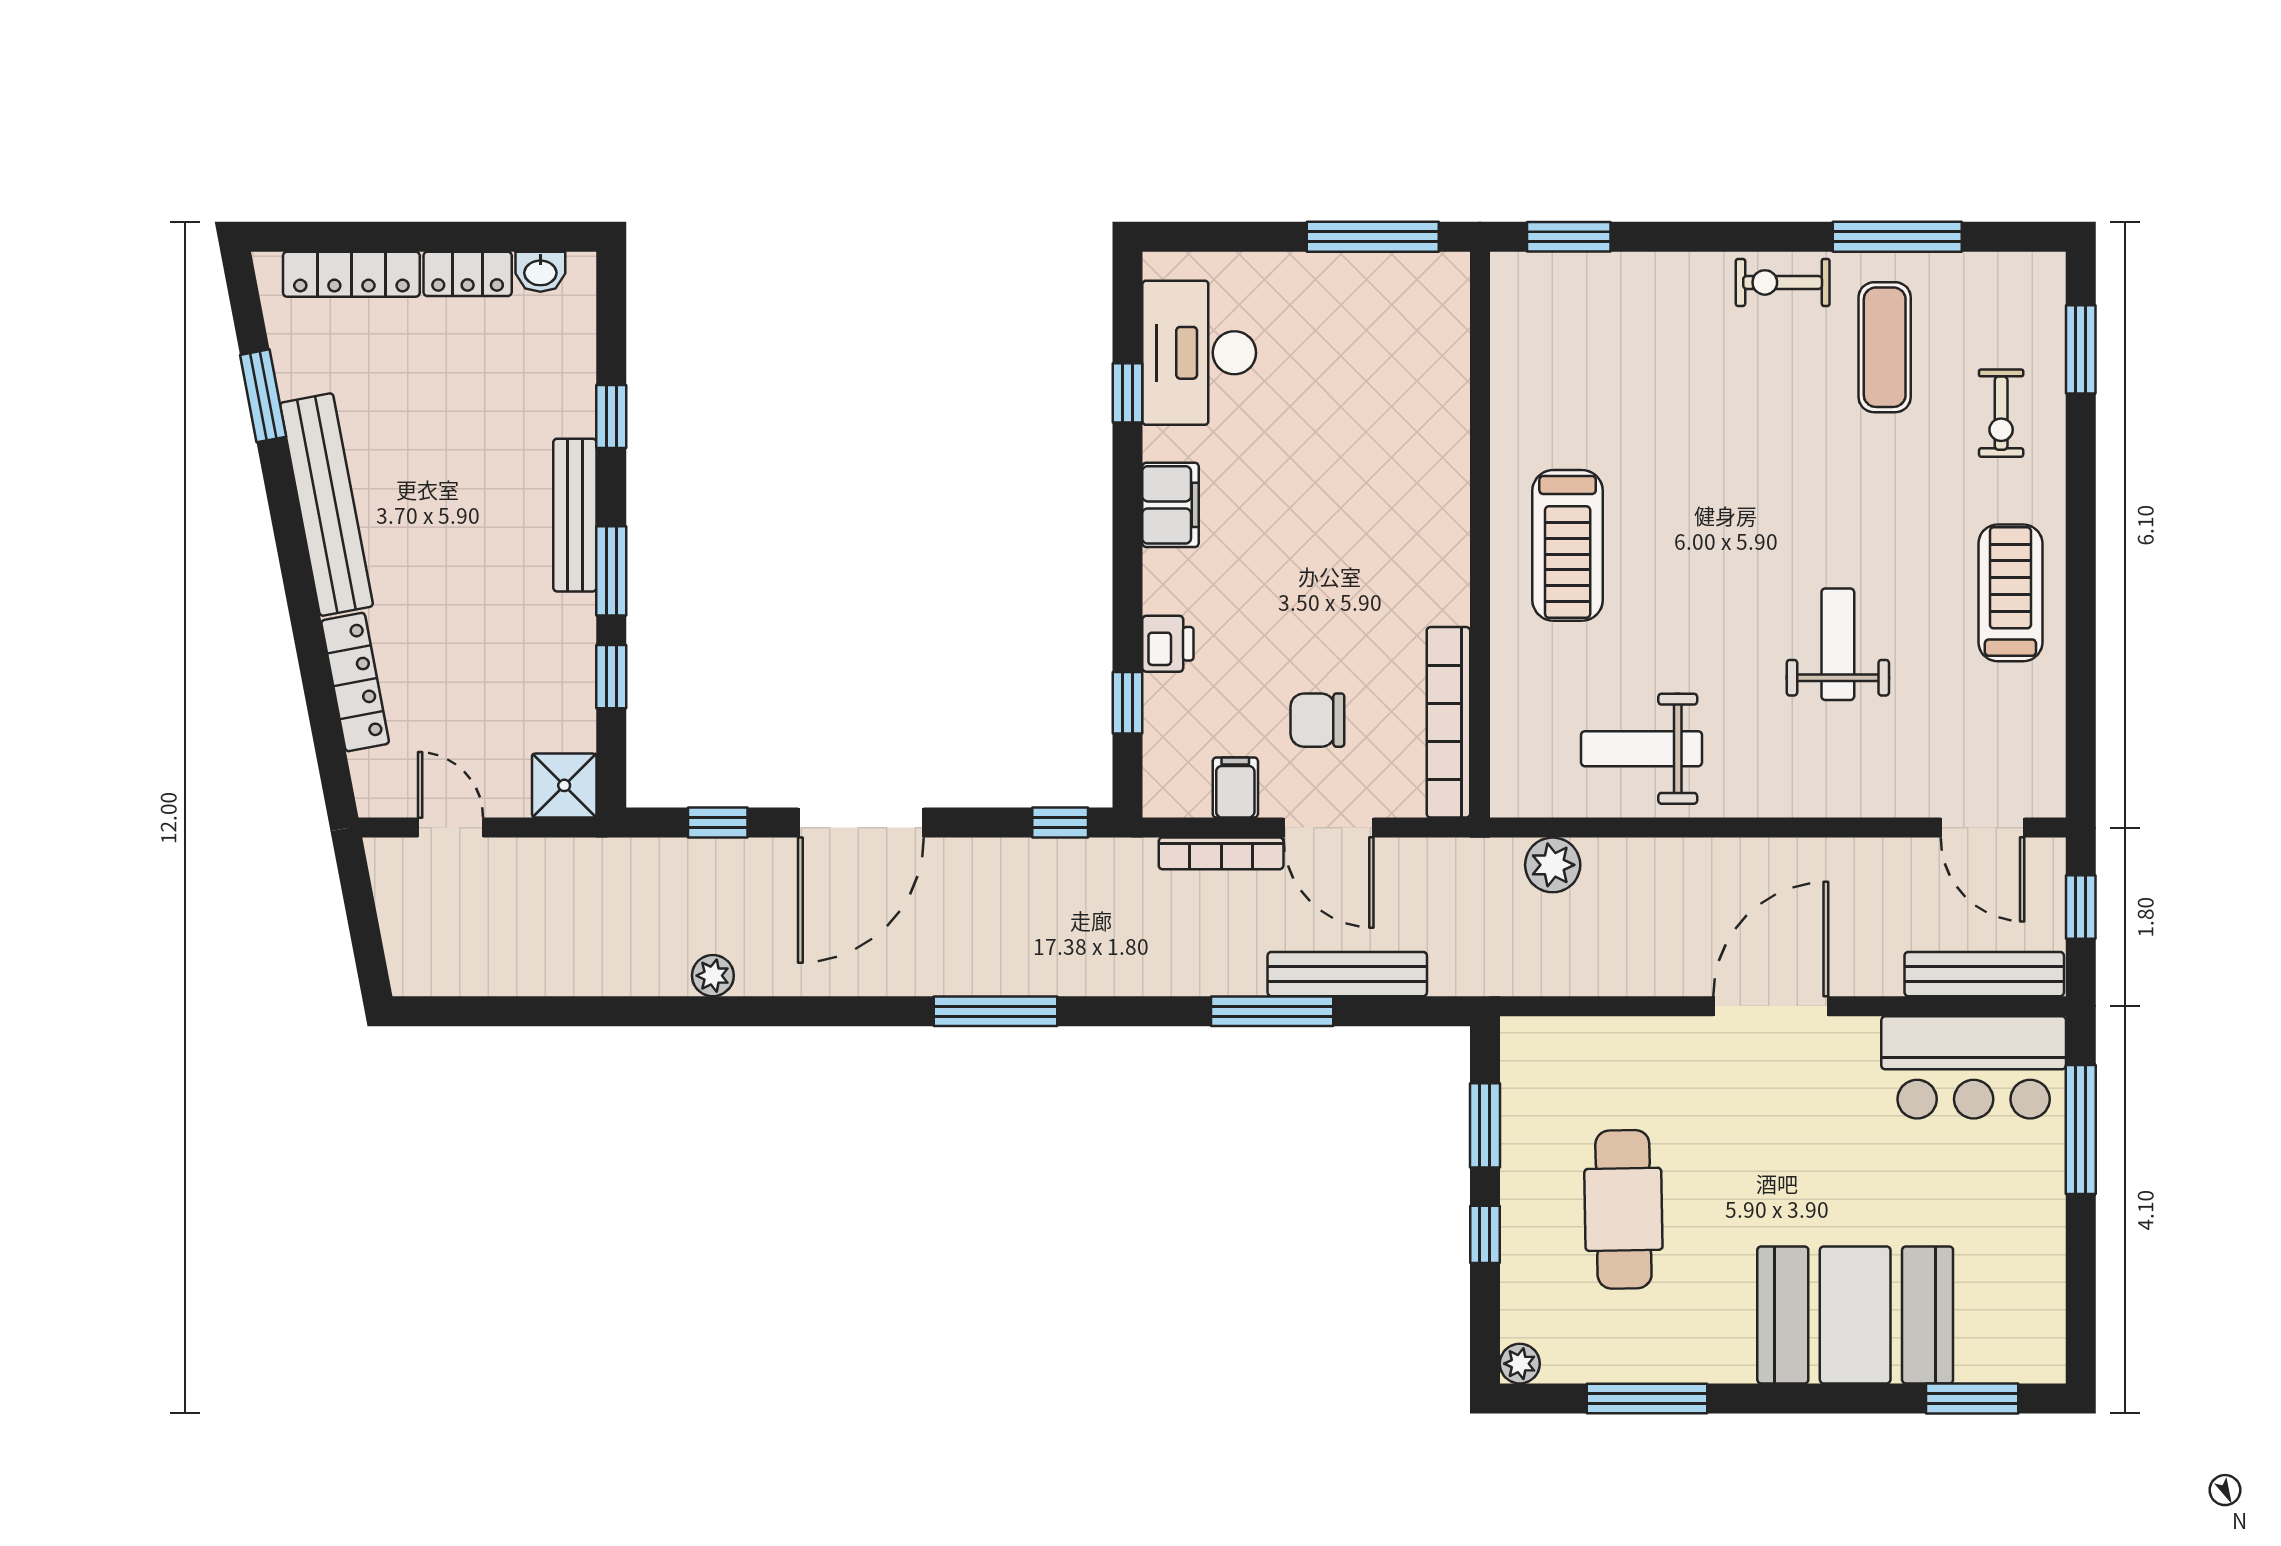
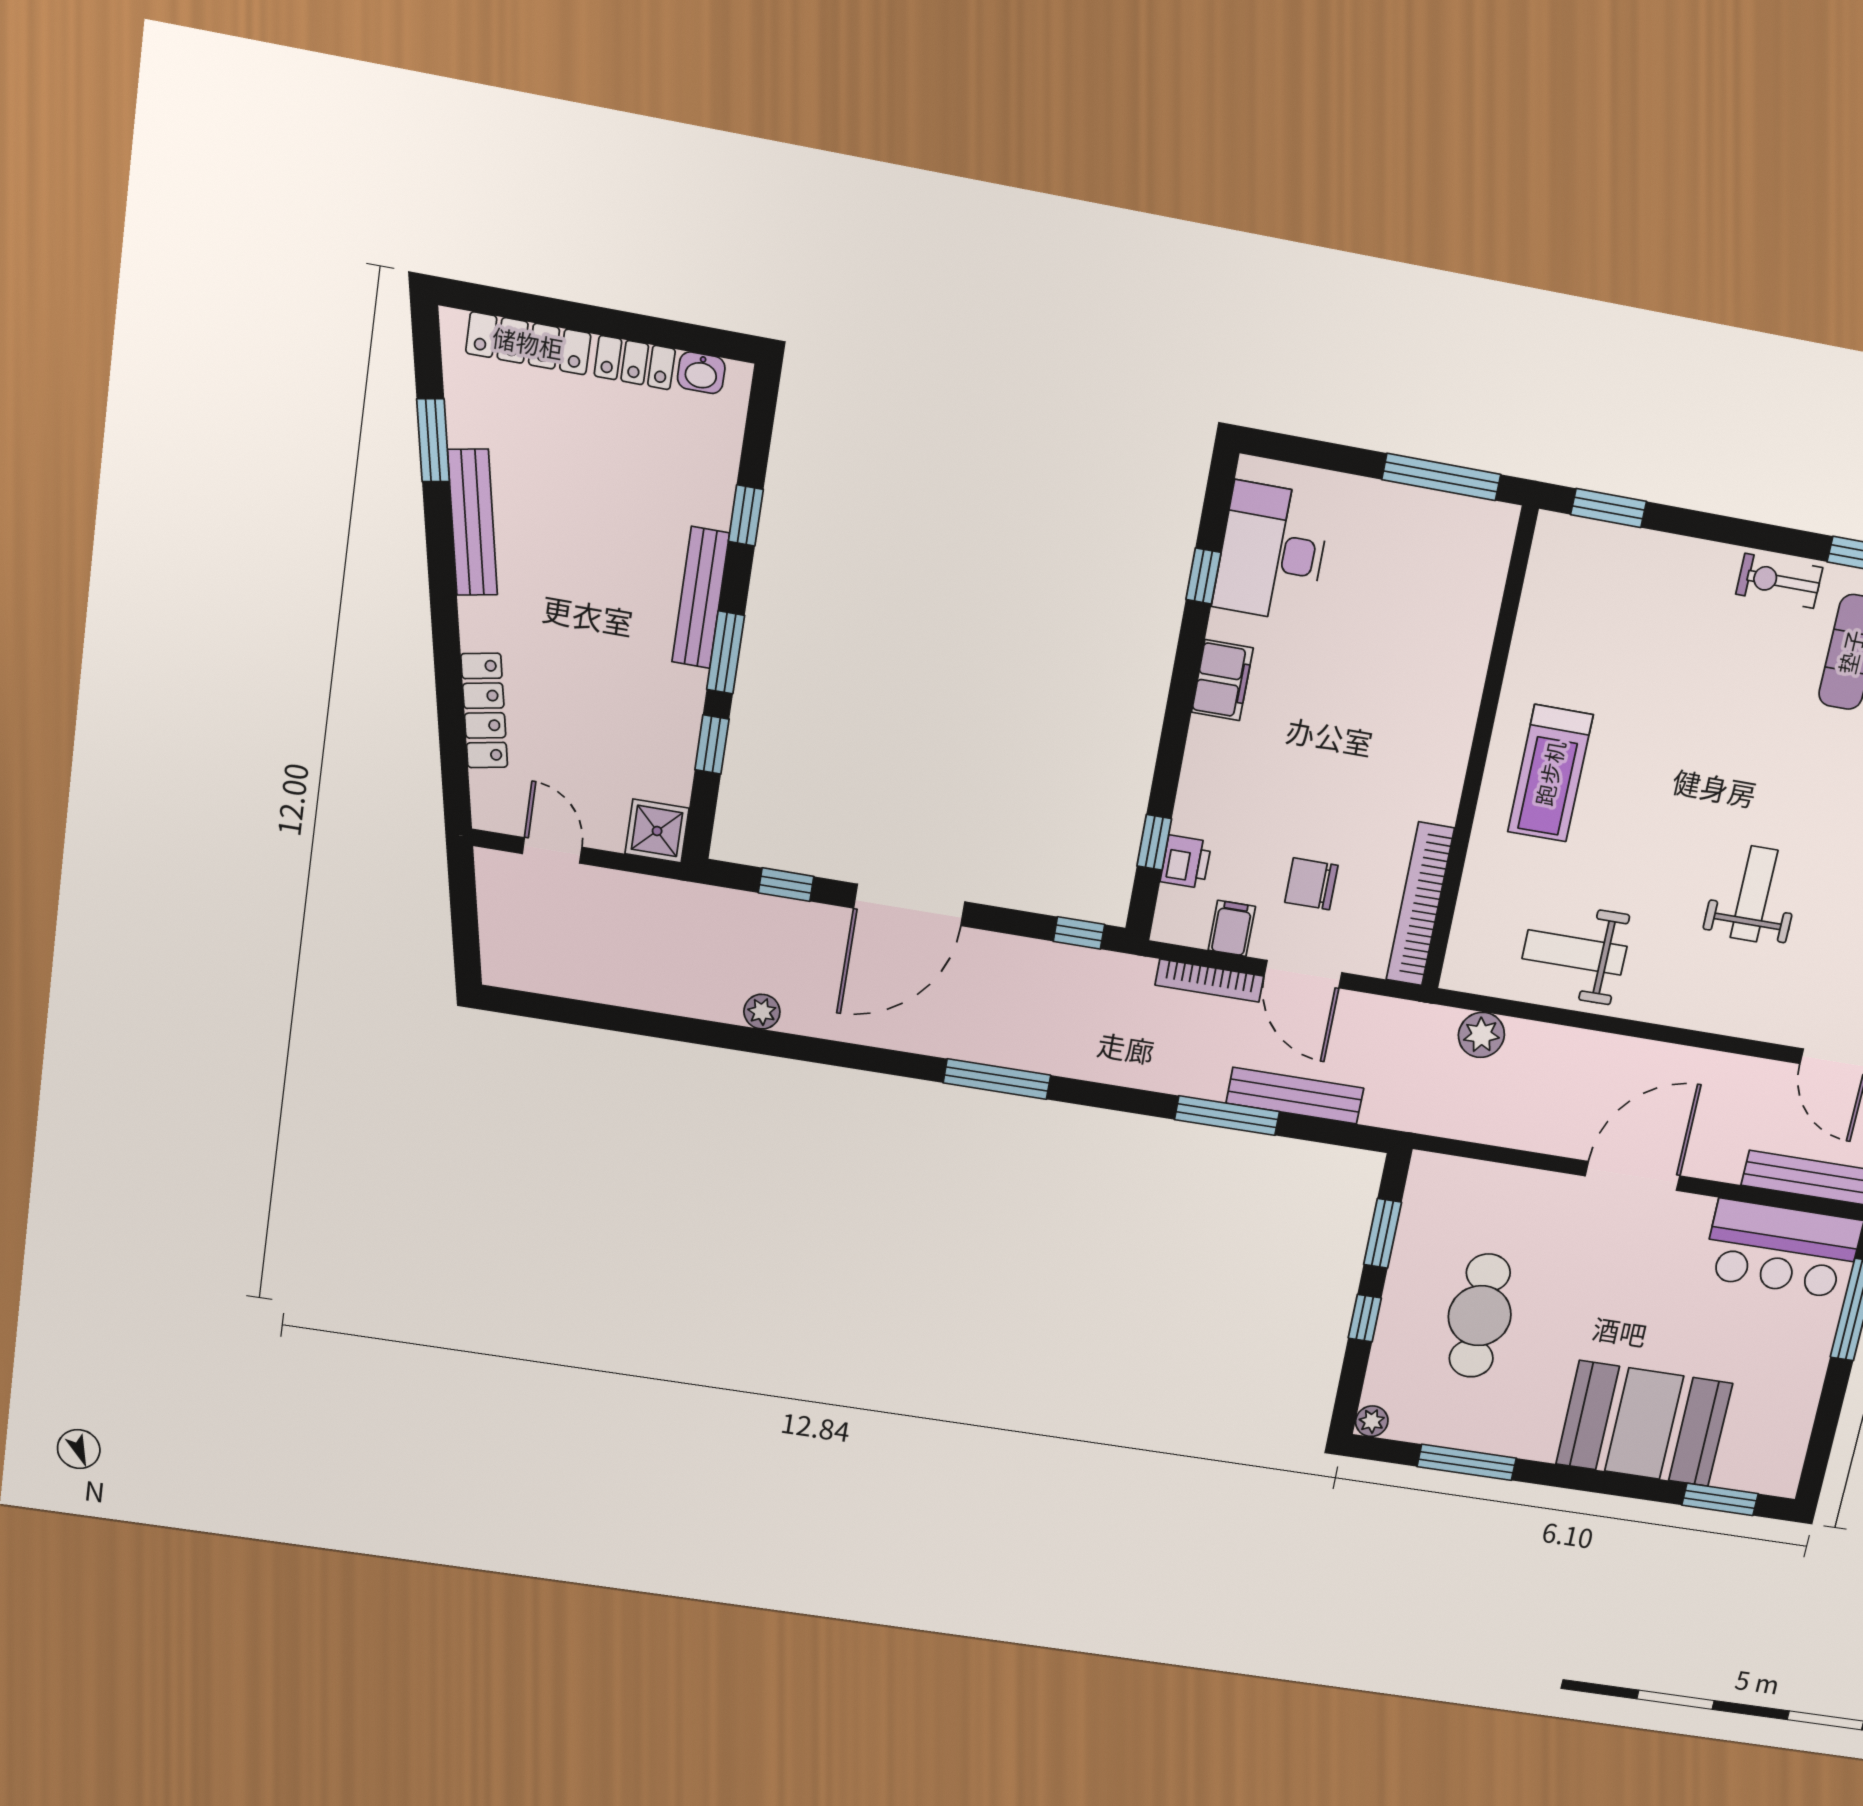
bench: (326, 505) -> (472, 522), width x0.73, depth x0.82
printer: (1168, 644) -> (1186, 862), moved

